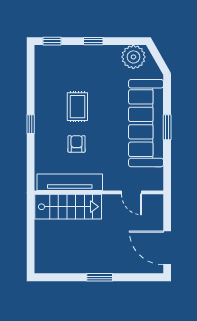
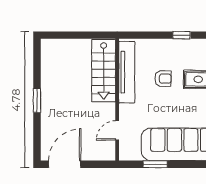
window: (167, 127) -> (155, 164), moved

